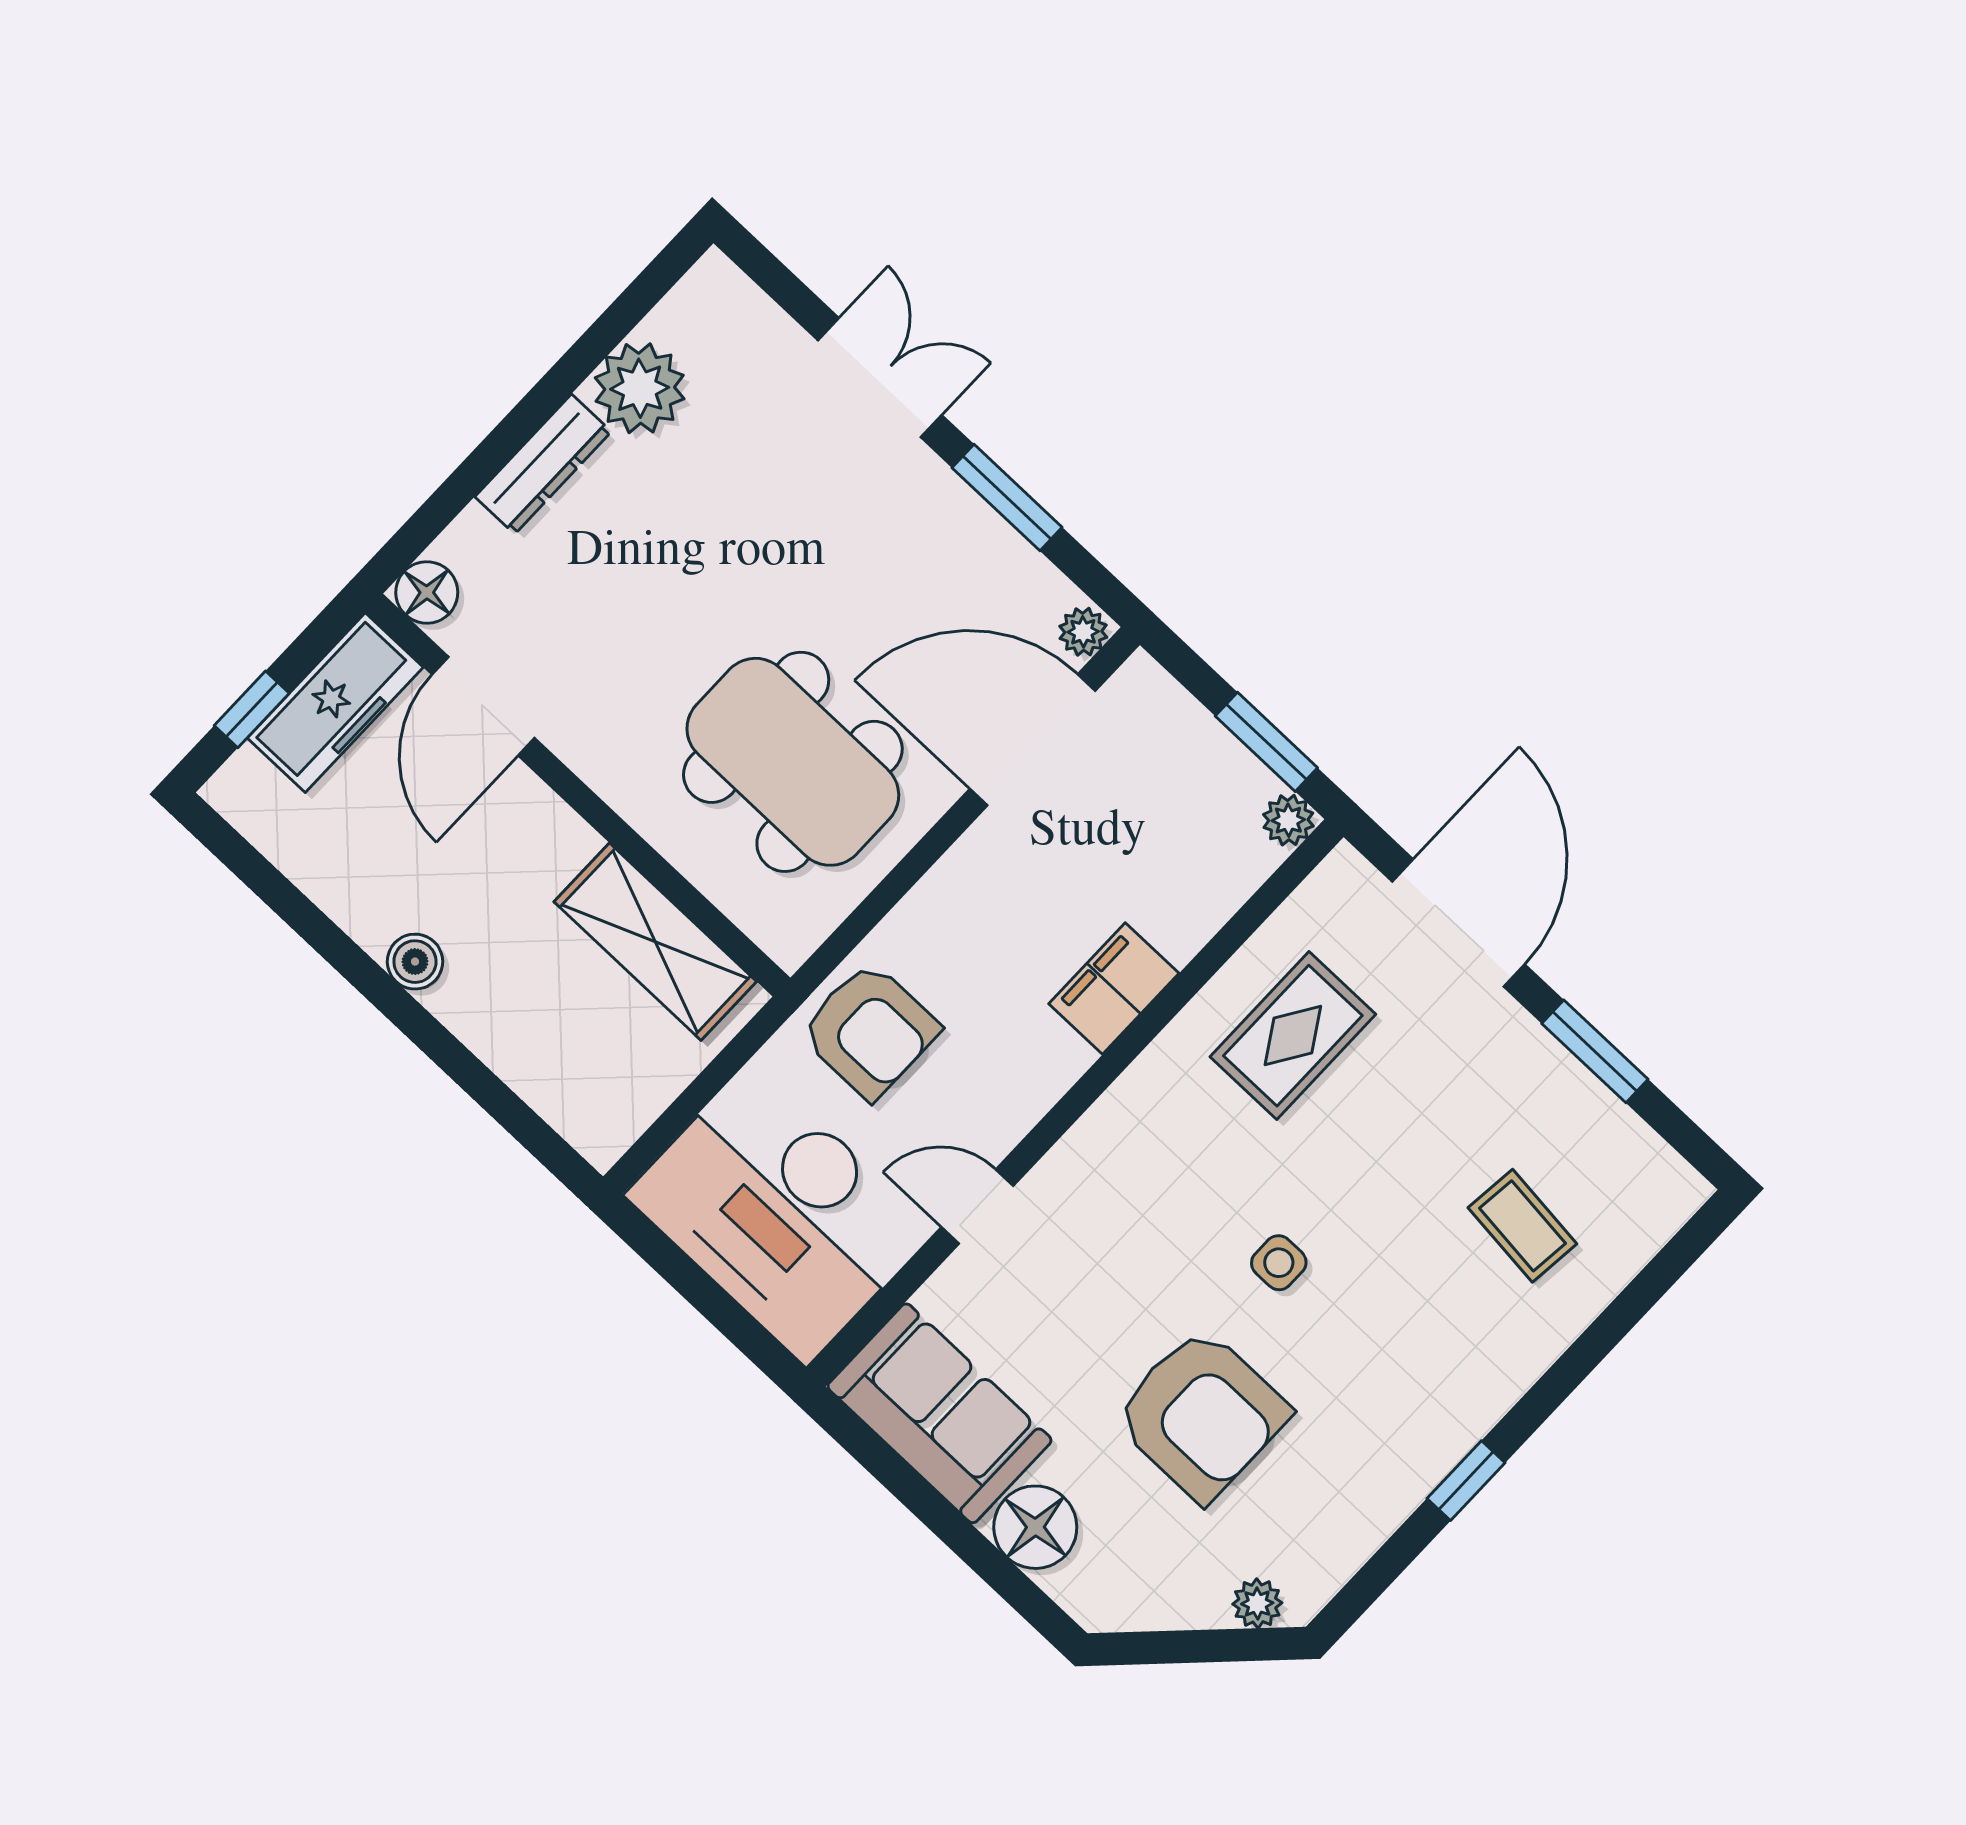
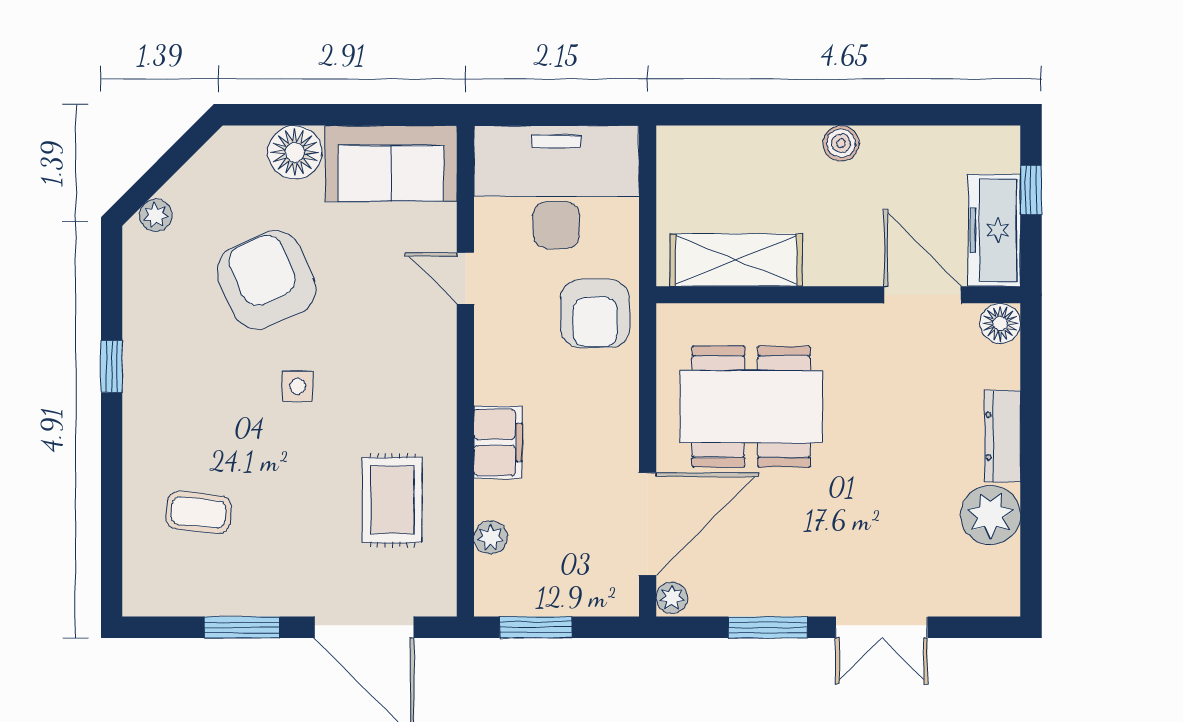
plant: (1288, 820) -> (491, 538), moved
armchair: (870, 1030) -> (595, 314), turned -90
door: (977, 1206) -> (465, 278), swing flipped
armchair: (1202, 1414) -> (266, 280), turned 66

